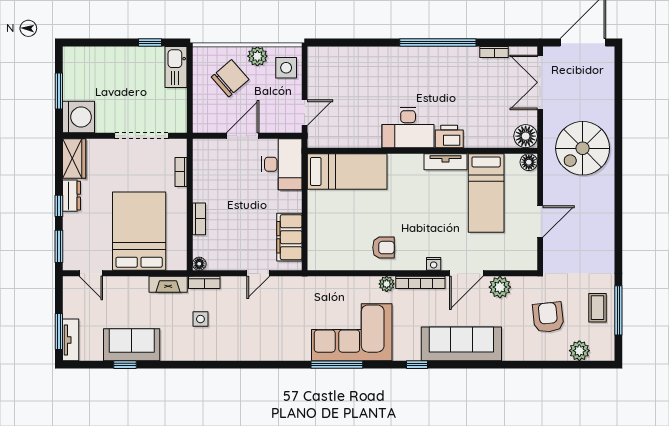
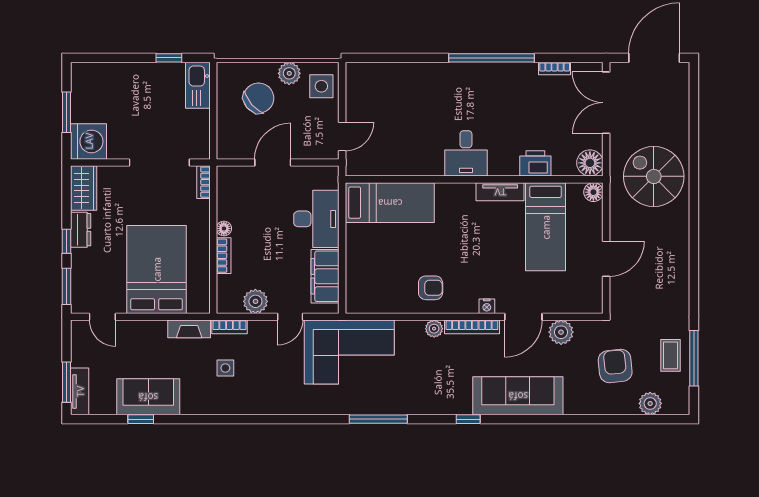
desk: (408, 128) -> (466, 153), width x0.73
printer: (449, 137) -> (535, 163), moved
spiral stairs: (583, 148) -> (654, 176), turned 90
desk: (282, 164) -> (316, 219), moved
bookcase: (181, 172) -> (204, 182), moved
plant: (227, 260) -> (255, 301), added
floor lamp: (199, 264) -> (224, 229), moved
corner sofa: (352, 332) -> (349, 352), moved, turned 180

